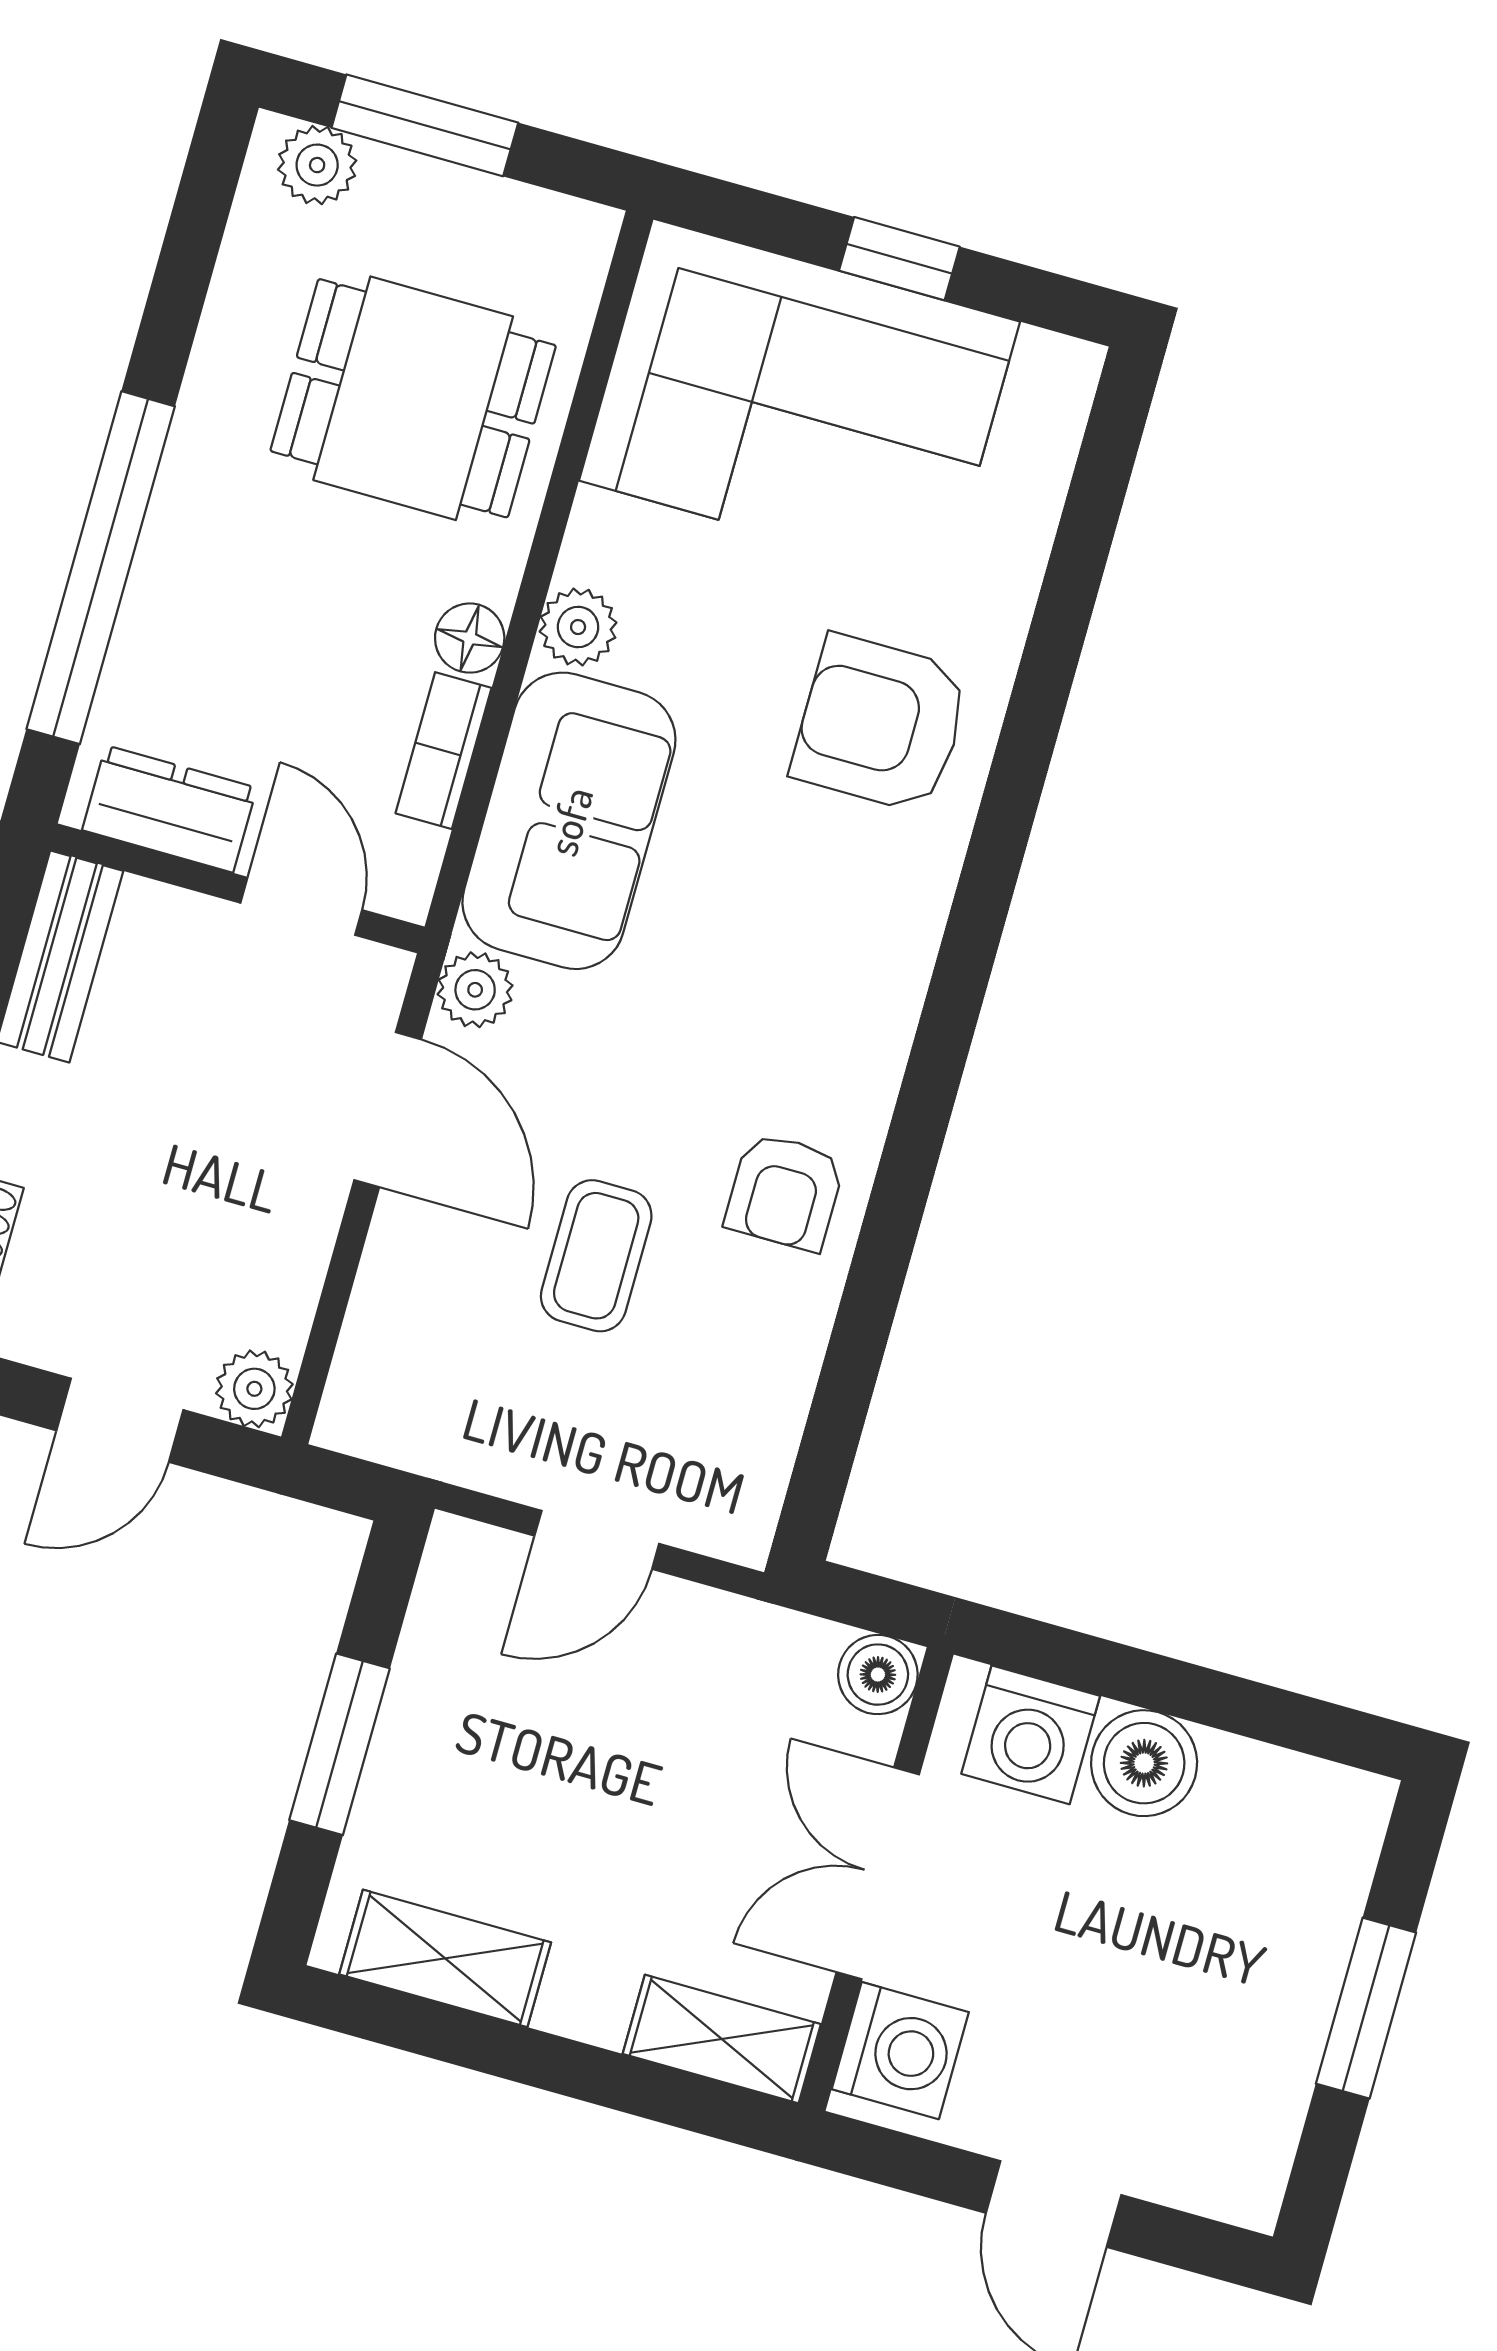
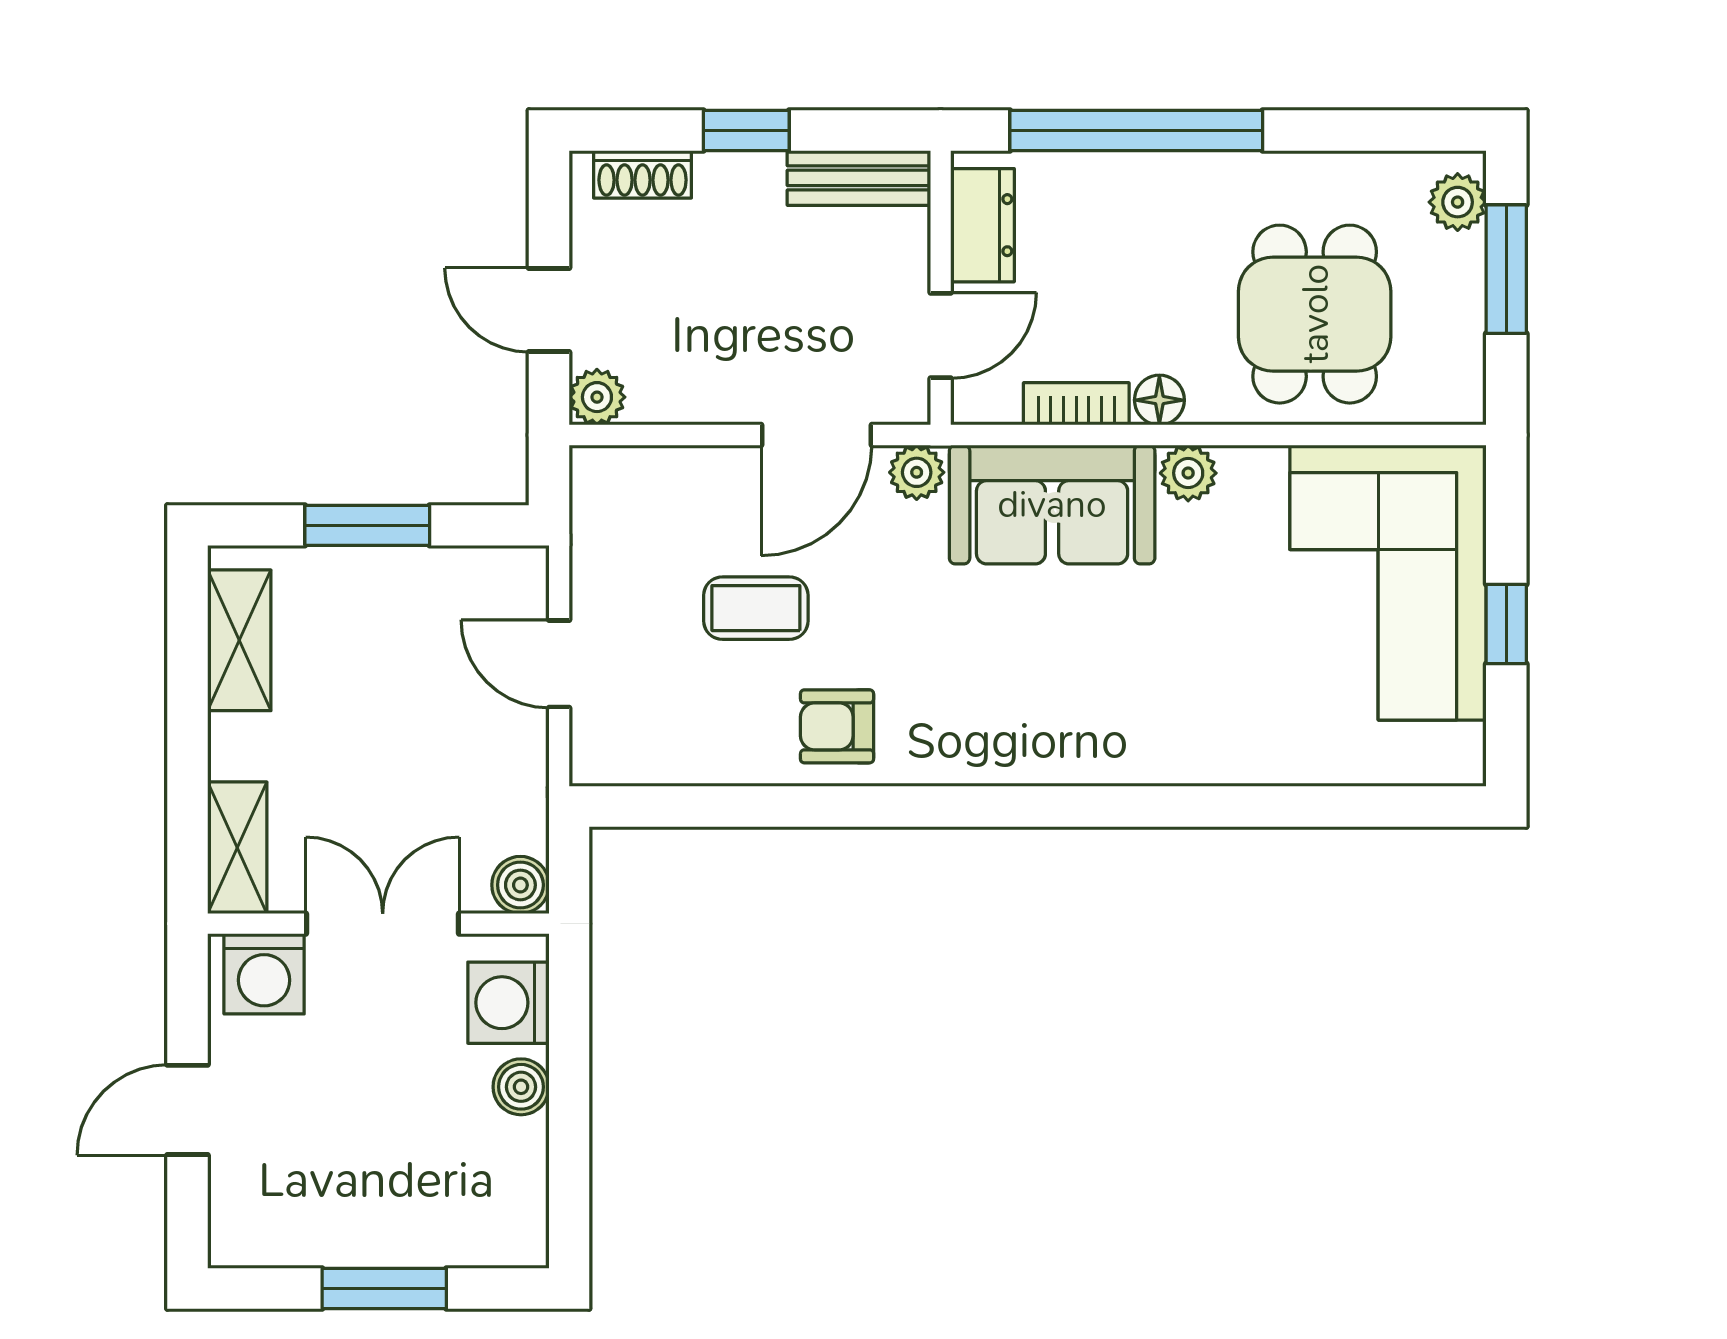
armchair: (881, 724) -> (1180, 702), removed
boiler: (1144, 1763) -> (521, 1087), width x0.73, depth x0.73

